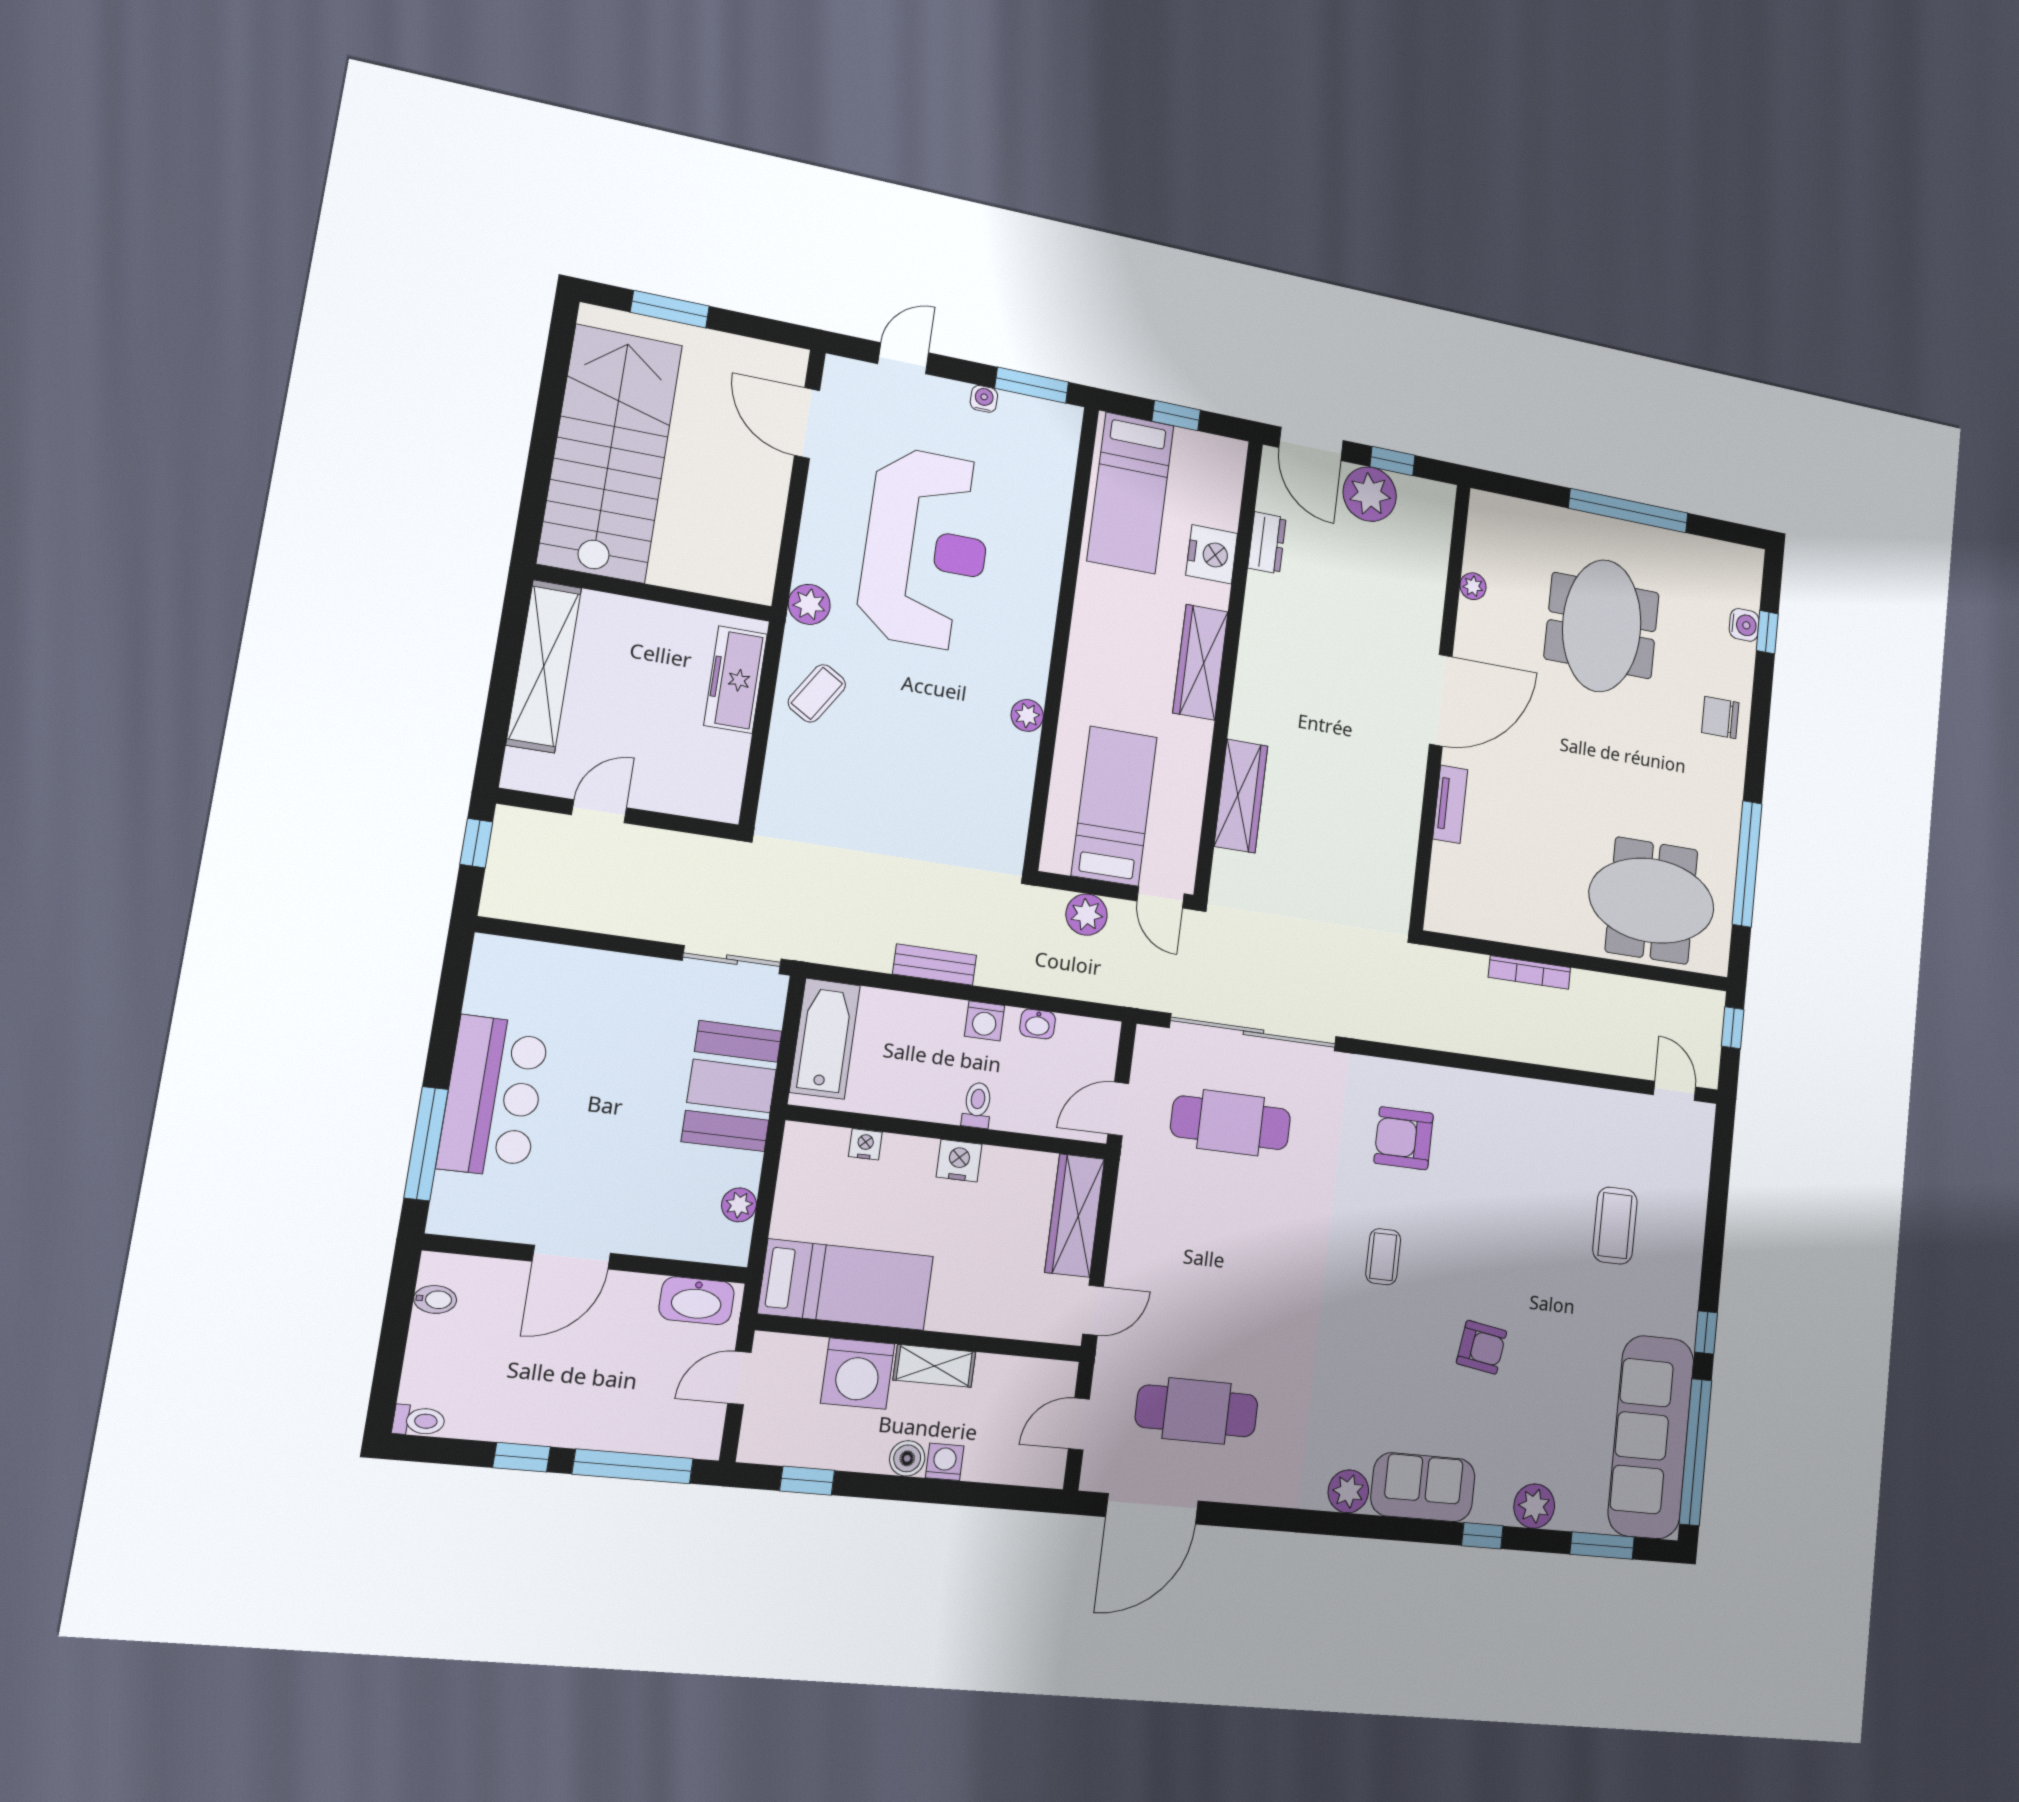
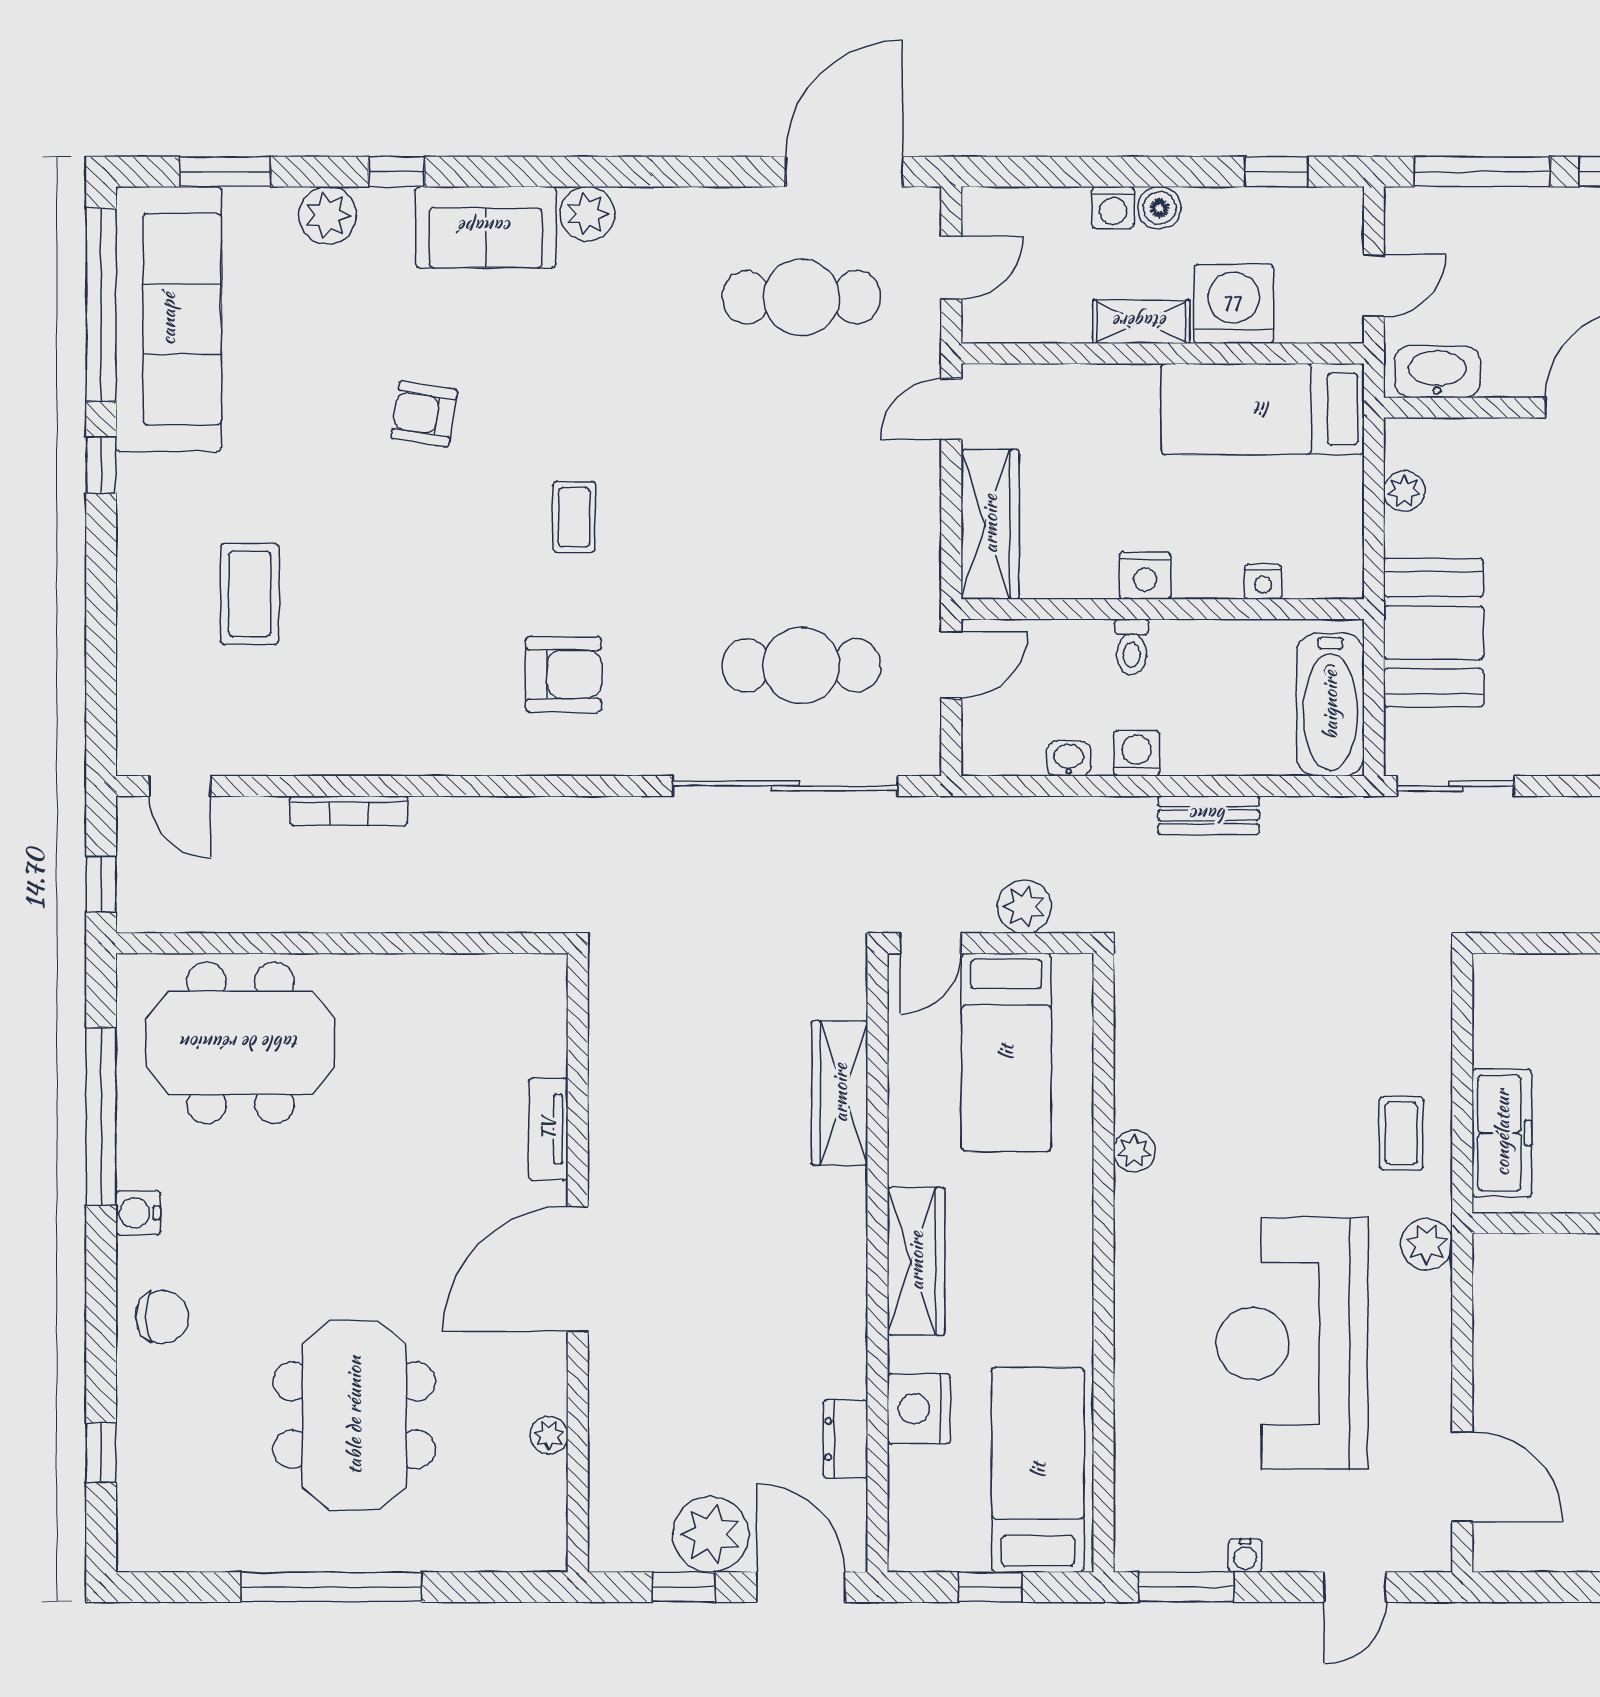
water cooler: (1744, 625) -> (138, 1213), moved
coffee table: (817, 693) -> (1401, 1133), turned -32
door: (1161, 897) -> (930, 943), swing flipped
bookcase: (1530, 972) -> (349, 811), moved, turned 180

